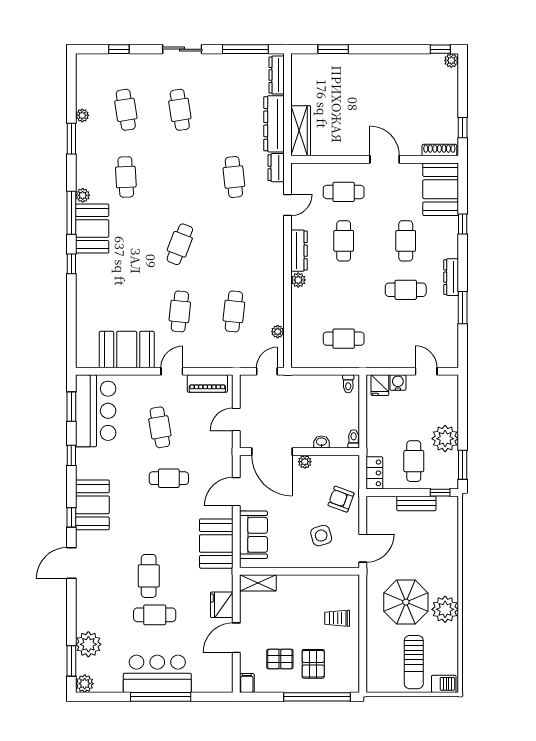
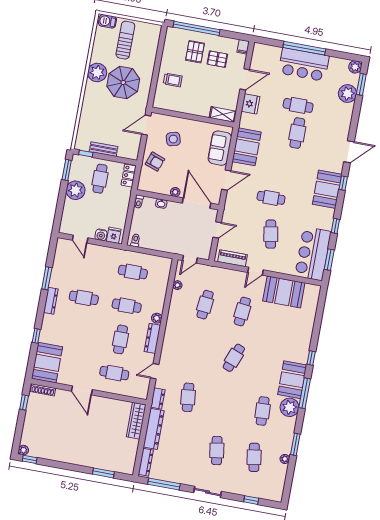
plant: (83, 195) -> (290, 407), width x1.87, depth x1.87
cafe table: (406, 241) -> (127, 306), moved, turned 90

